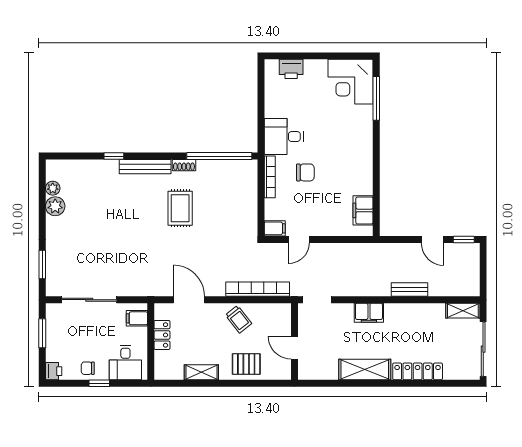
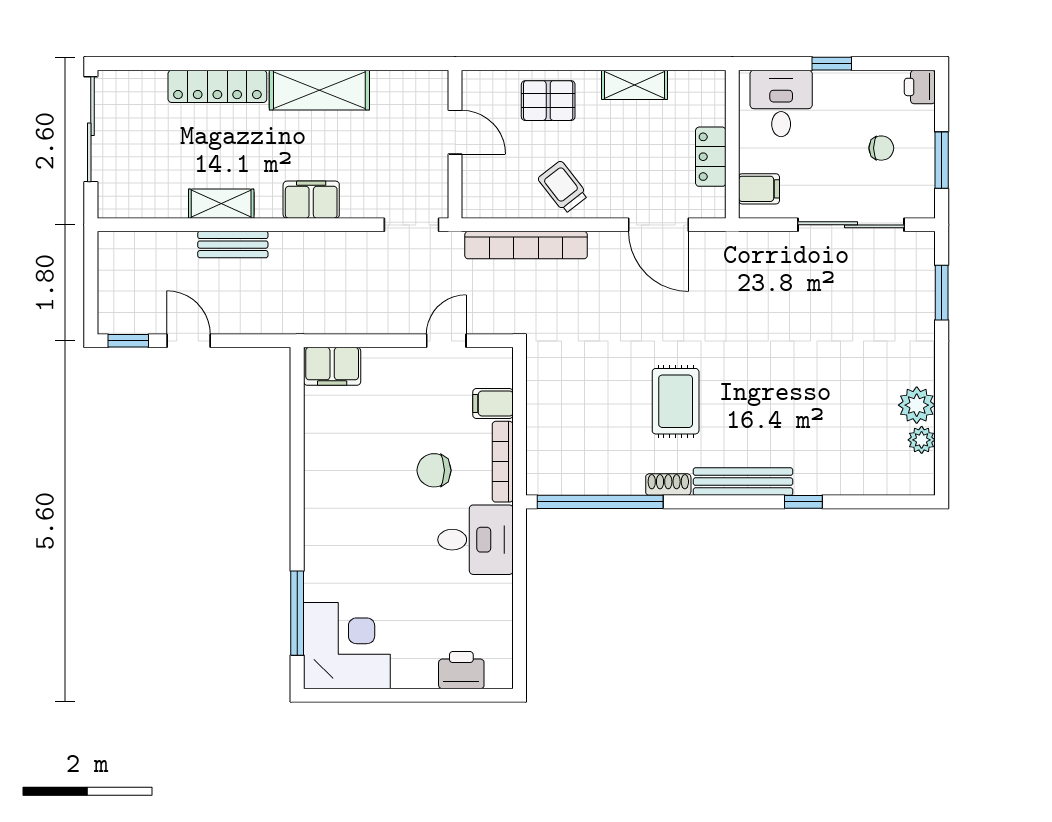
filing cabinet: (363, 210) -> (332, 366), moved, turned 90
filing cabinet: (275, 228) -> (493, 404), moved
shelving: (463, 311) -> (221, 204), moved
chair: (88, 368) -> (881, 148), moved

